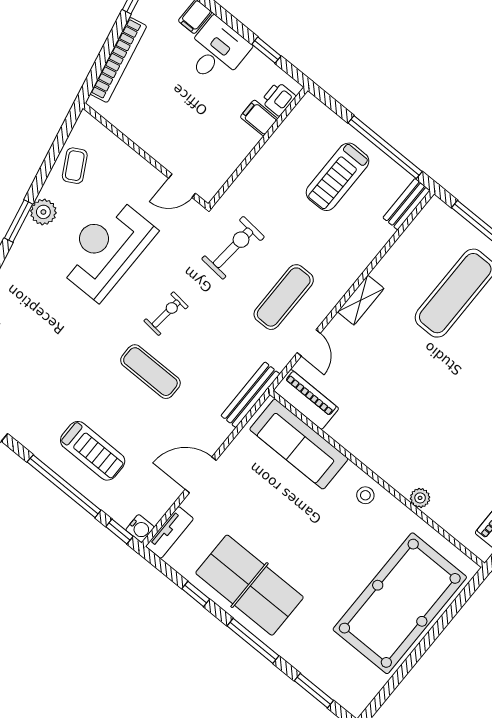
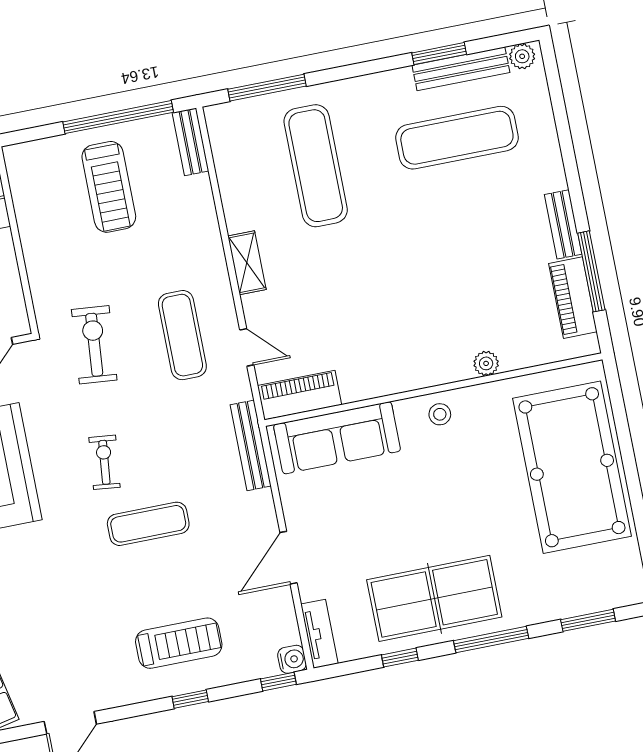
window: (64, 486) -> (190, 699), width x0.32

